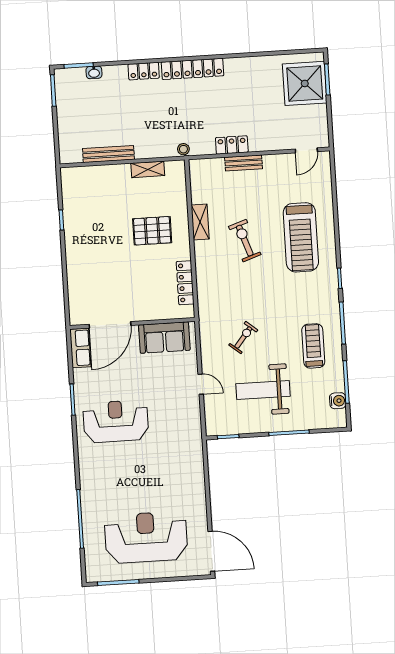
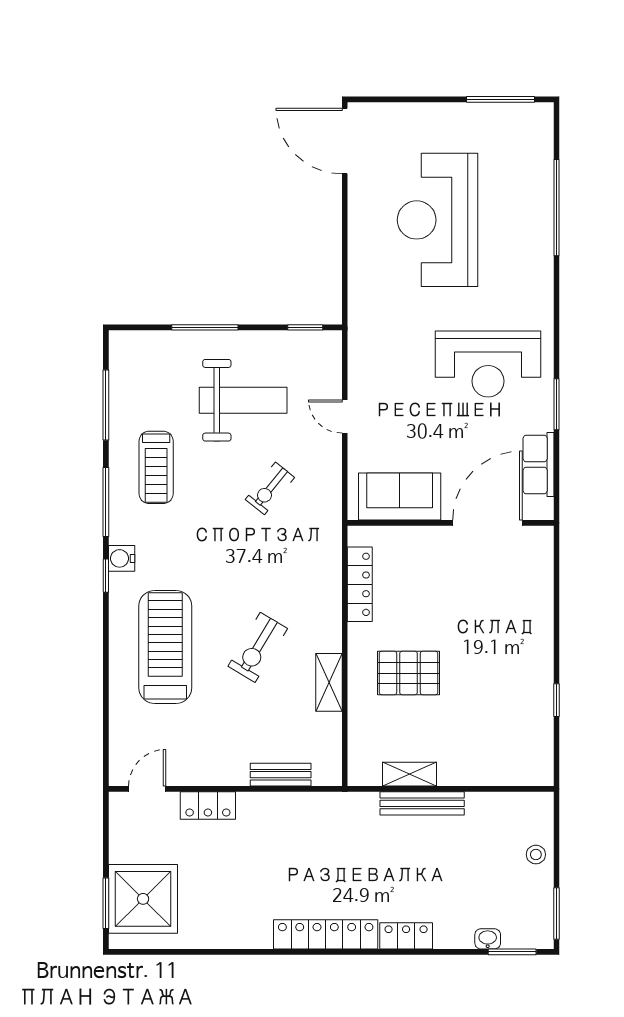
locker: (232, 145) -> (208, 806), moved
stool: (183, 149) -> (536, 855), moved
bench: (108, 154) -> (422, 803), moved
bench: (244, 163) -> (281, 775), moved
exercise bike: (245, 241) -> (258, 647), turned 50
row of seats: (80, 348) -> (538, 464), moved
water cooler: (338, 401) -> (122, 558), moved
reception desk: (146, 537) -> (437, 220), moved, turned 90

